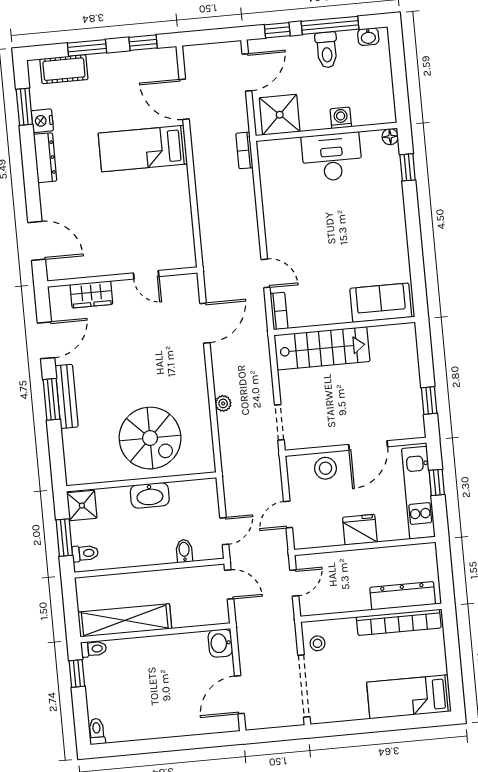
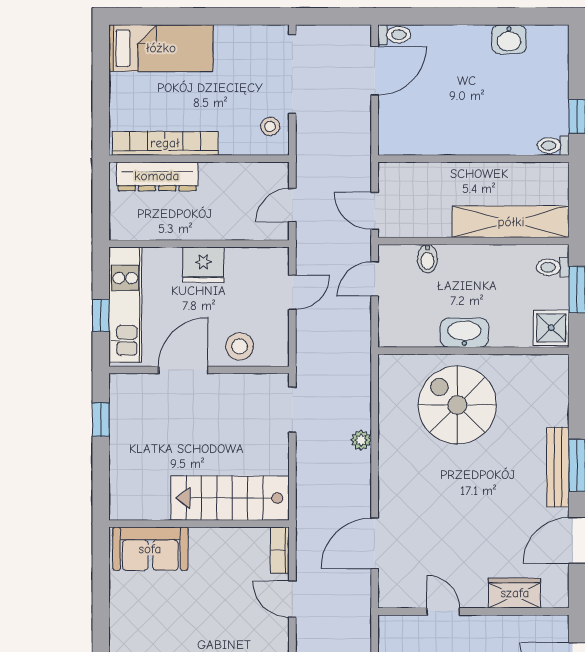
shelving: (125, 620) -> (511, 222), moved
washbasin: (220, 643) -> (509, 39), moved, turned 90
toilet: (97, 731) -> (394, 35), moved, turned -90

